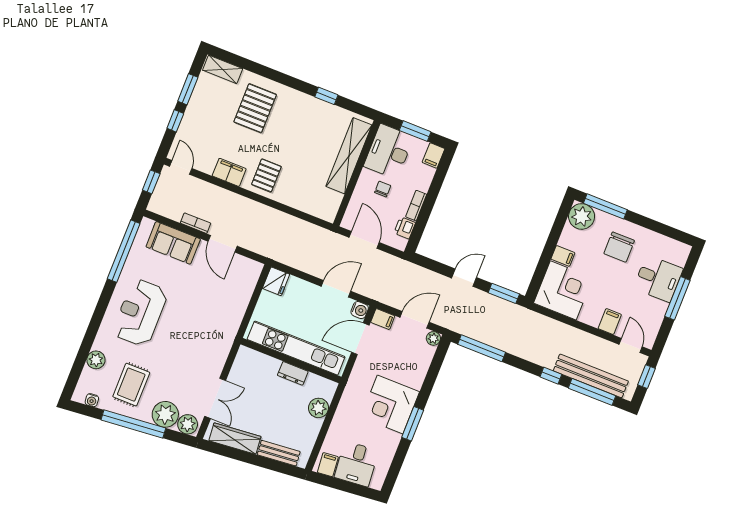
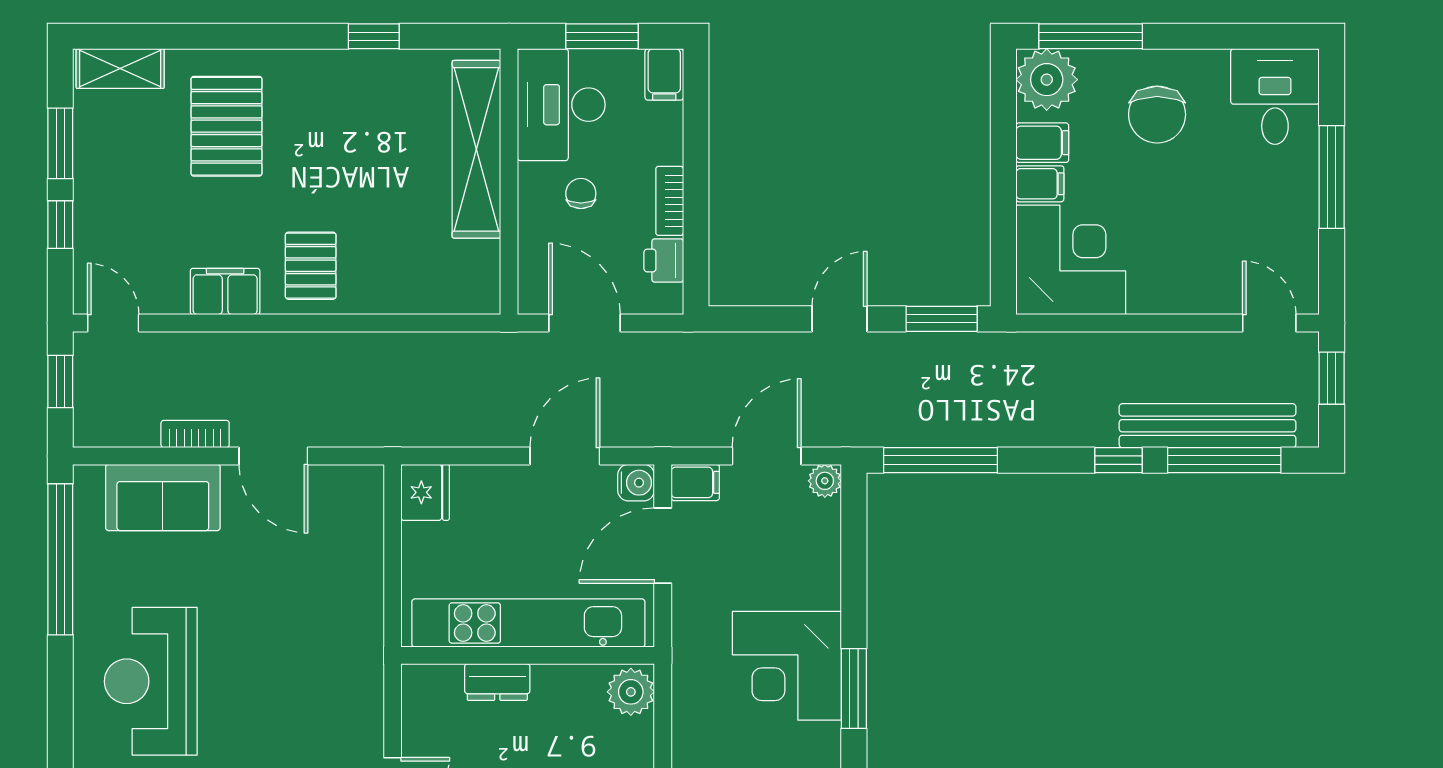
desk: (658, 279) -> (1275, 97), moved, turned -90
filing cabinet: (610, 322) -> (1042, 143), moved, turned 90
dresser: (293, 373) -> (497, 682), moved
plant: (319, 408) -> (631, 692), moved

